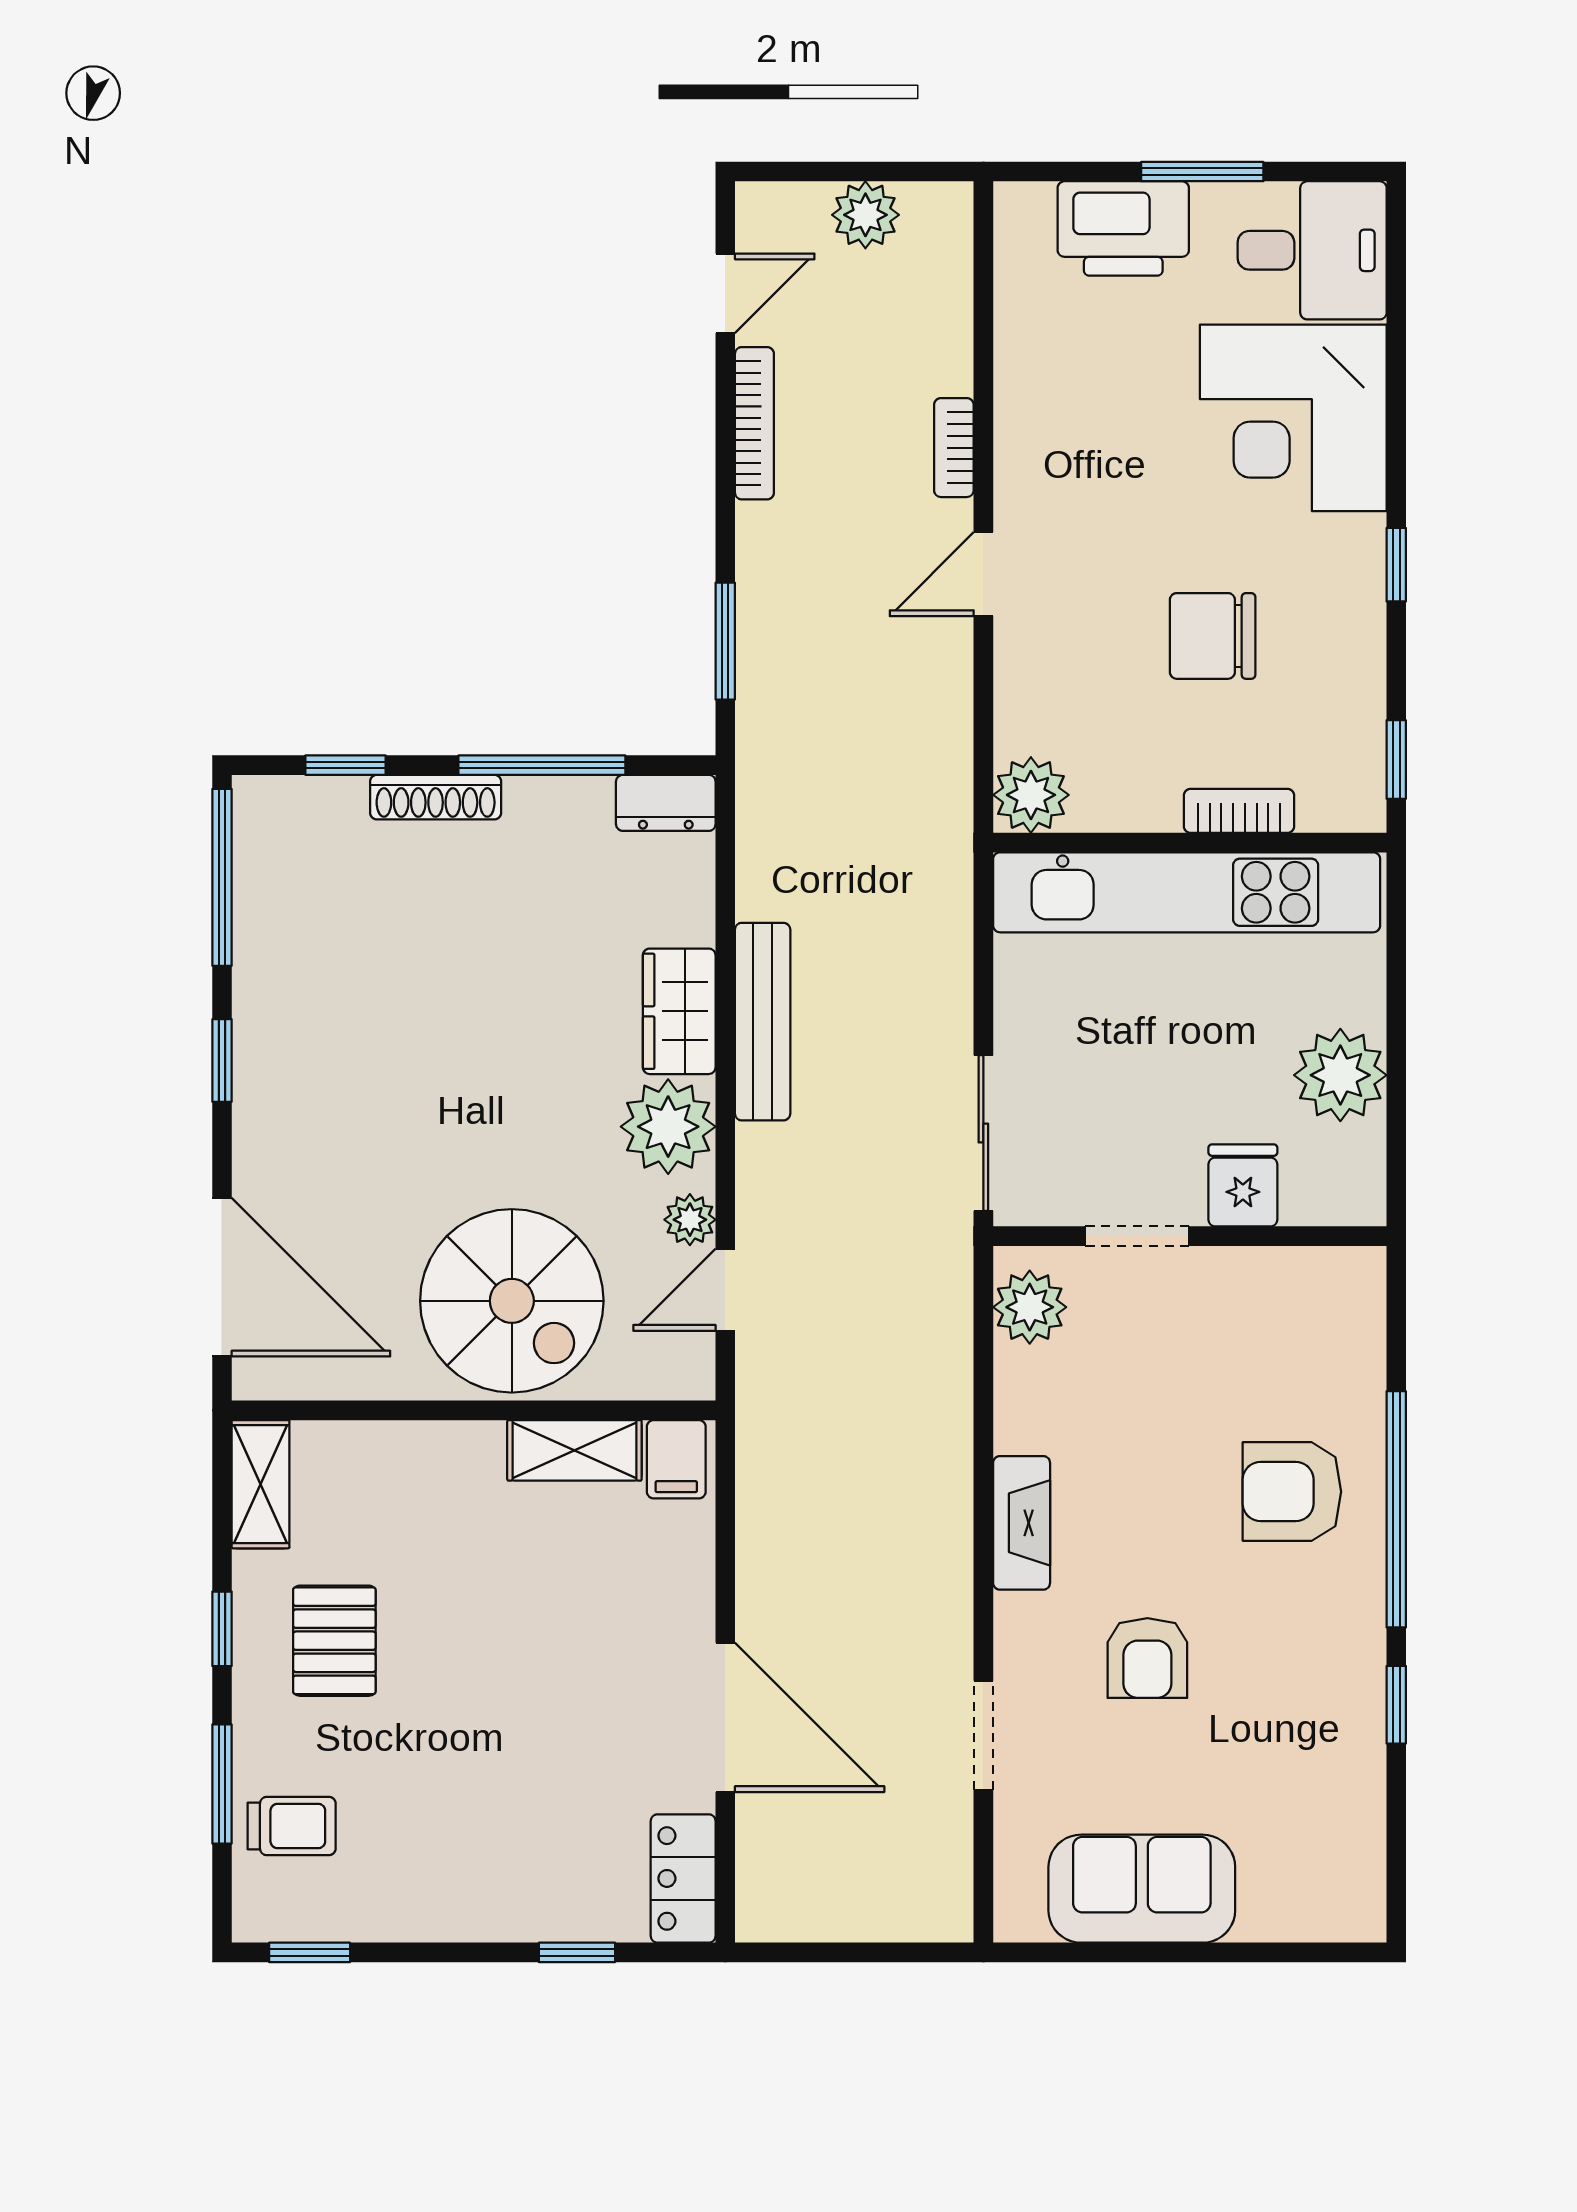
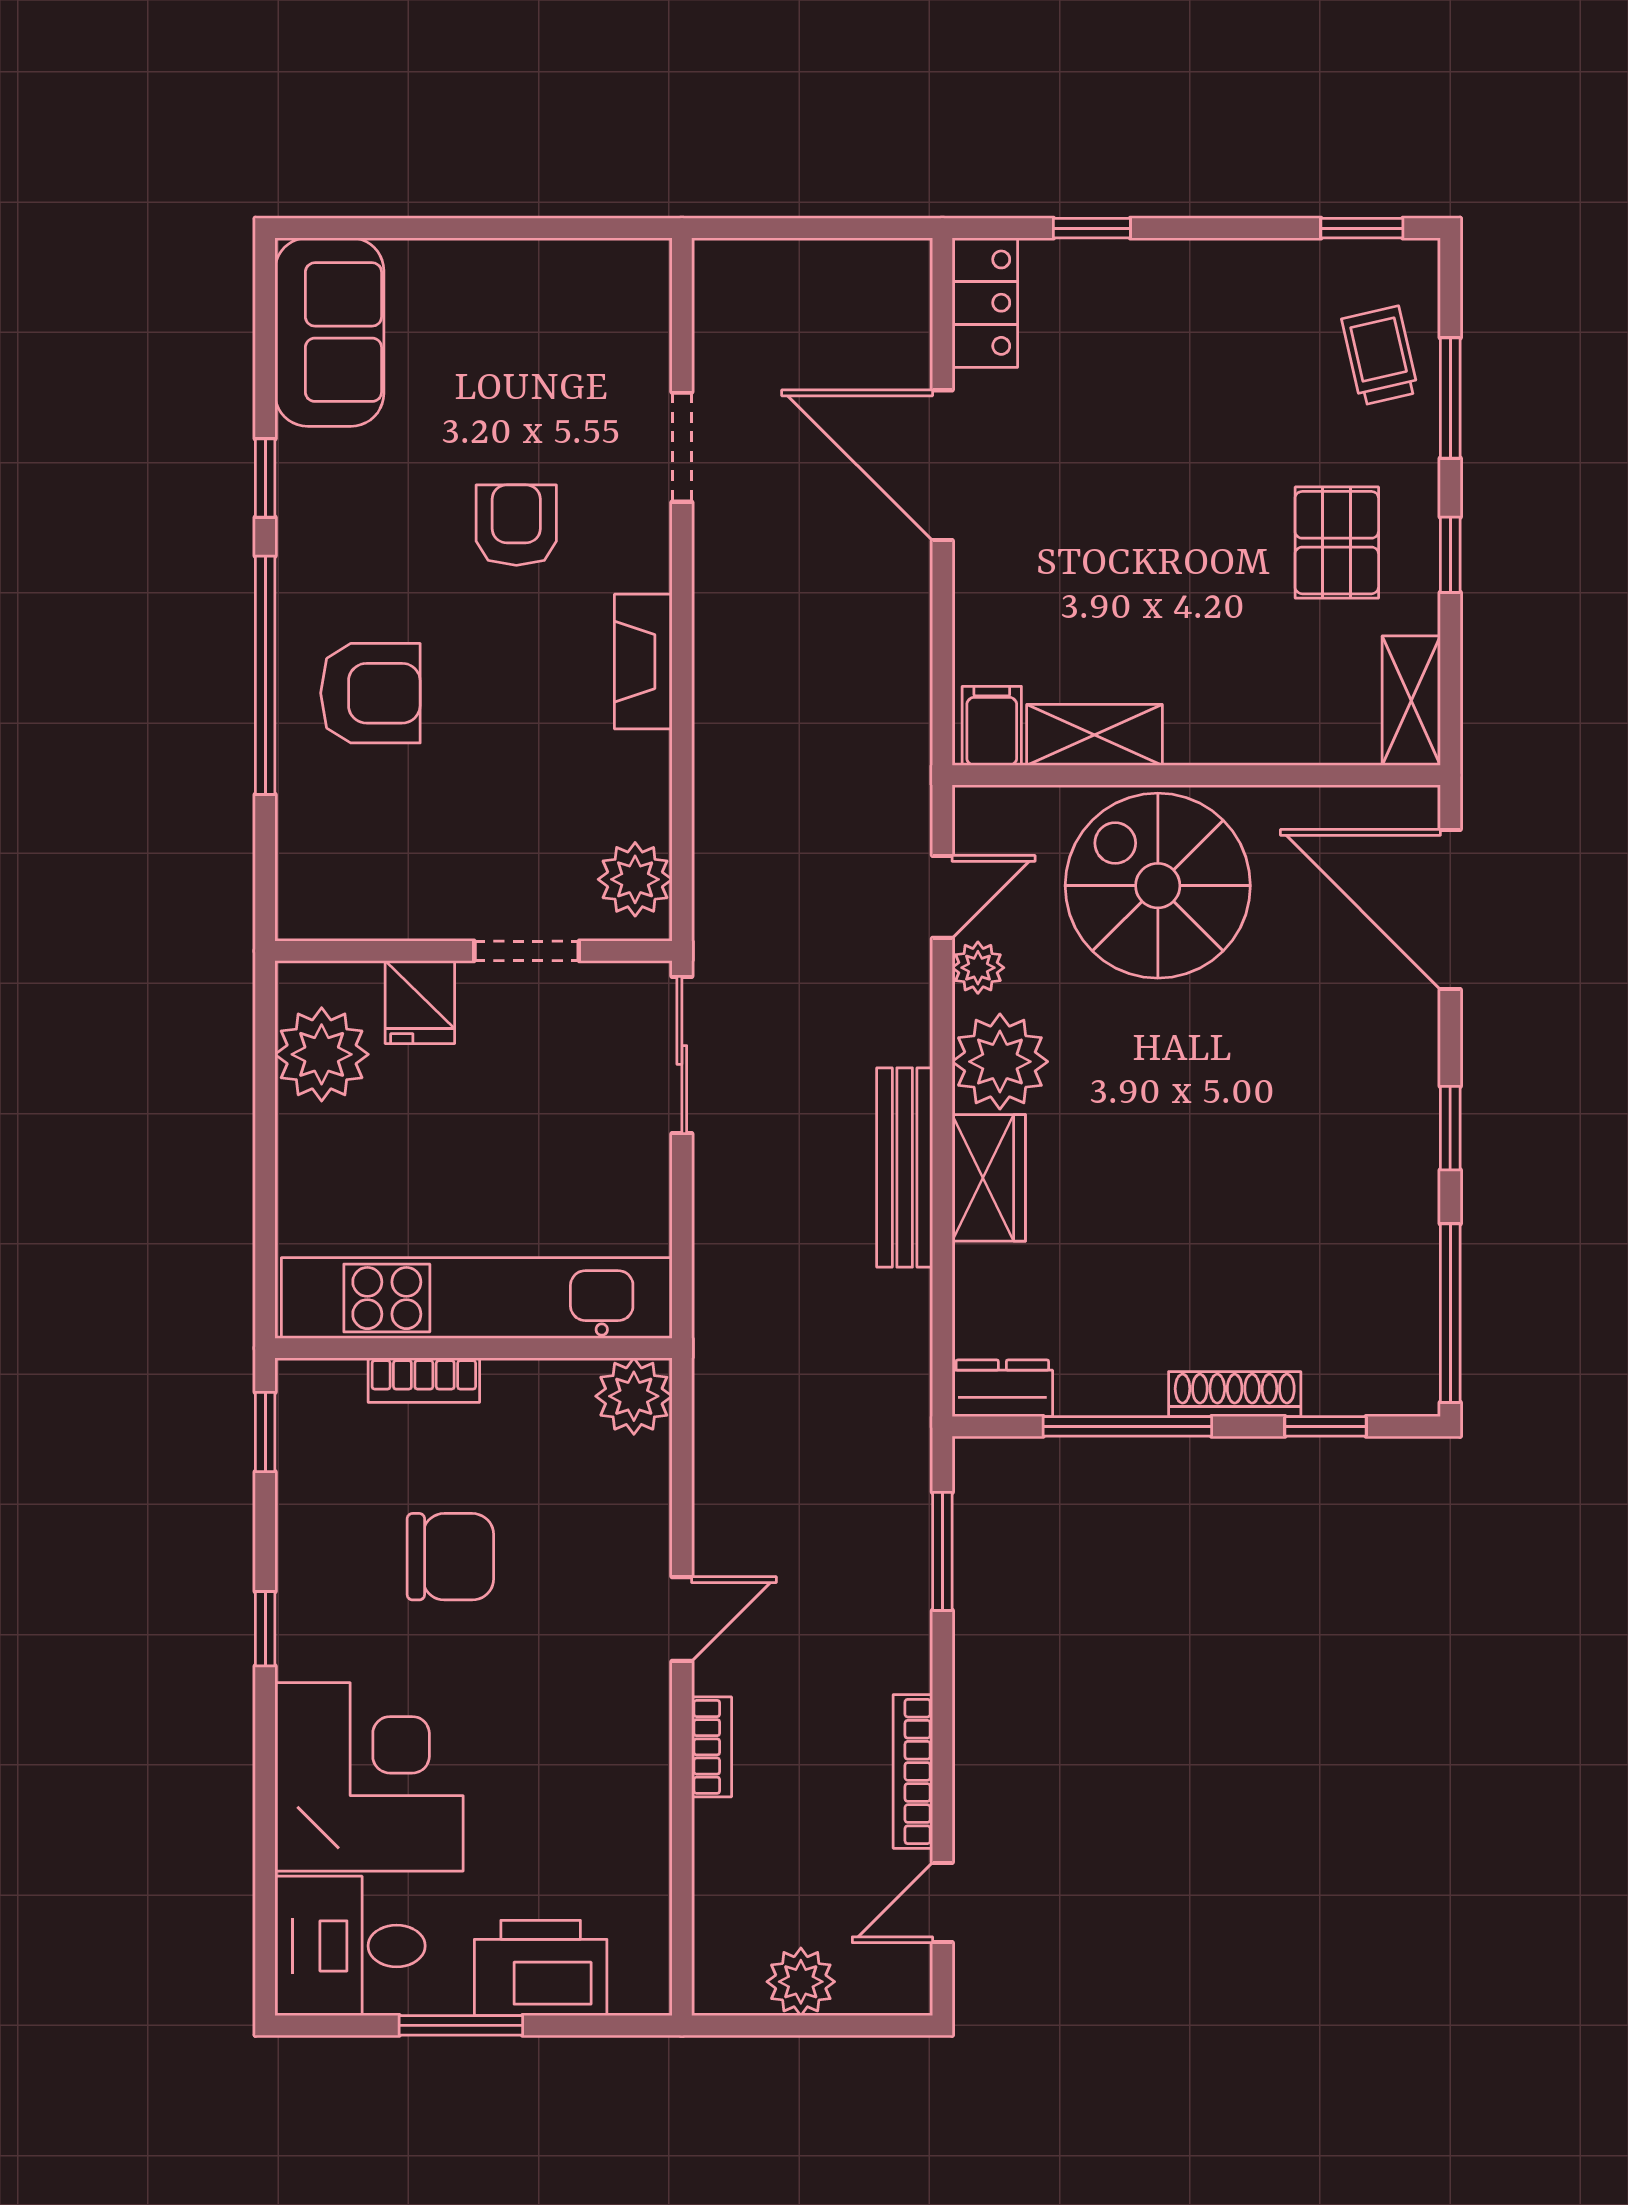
plant: (1340, 1075) -> (322, 1054), moved
trolley: (292, 1826) -> (1380, 356), turned 77
sofa: (1142, 1889) -> (329, 332), moved, turned -90

